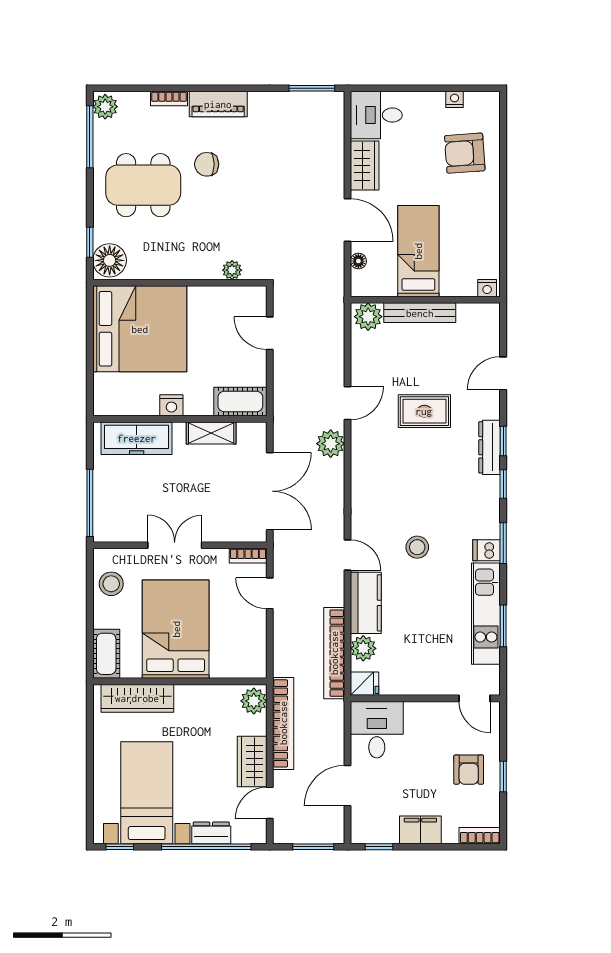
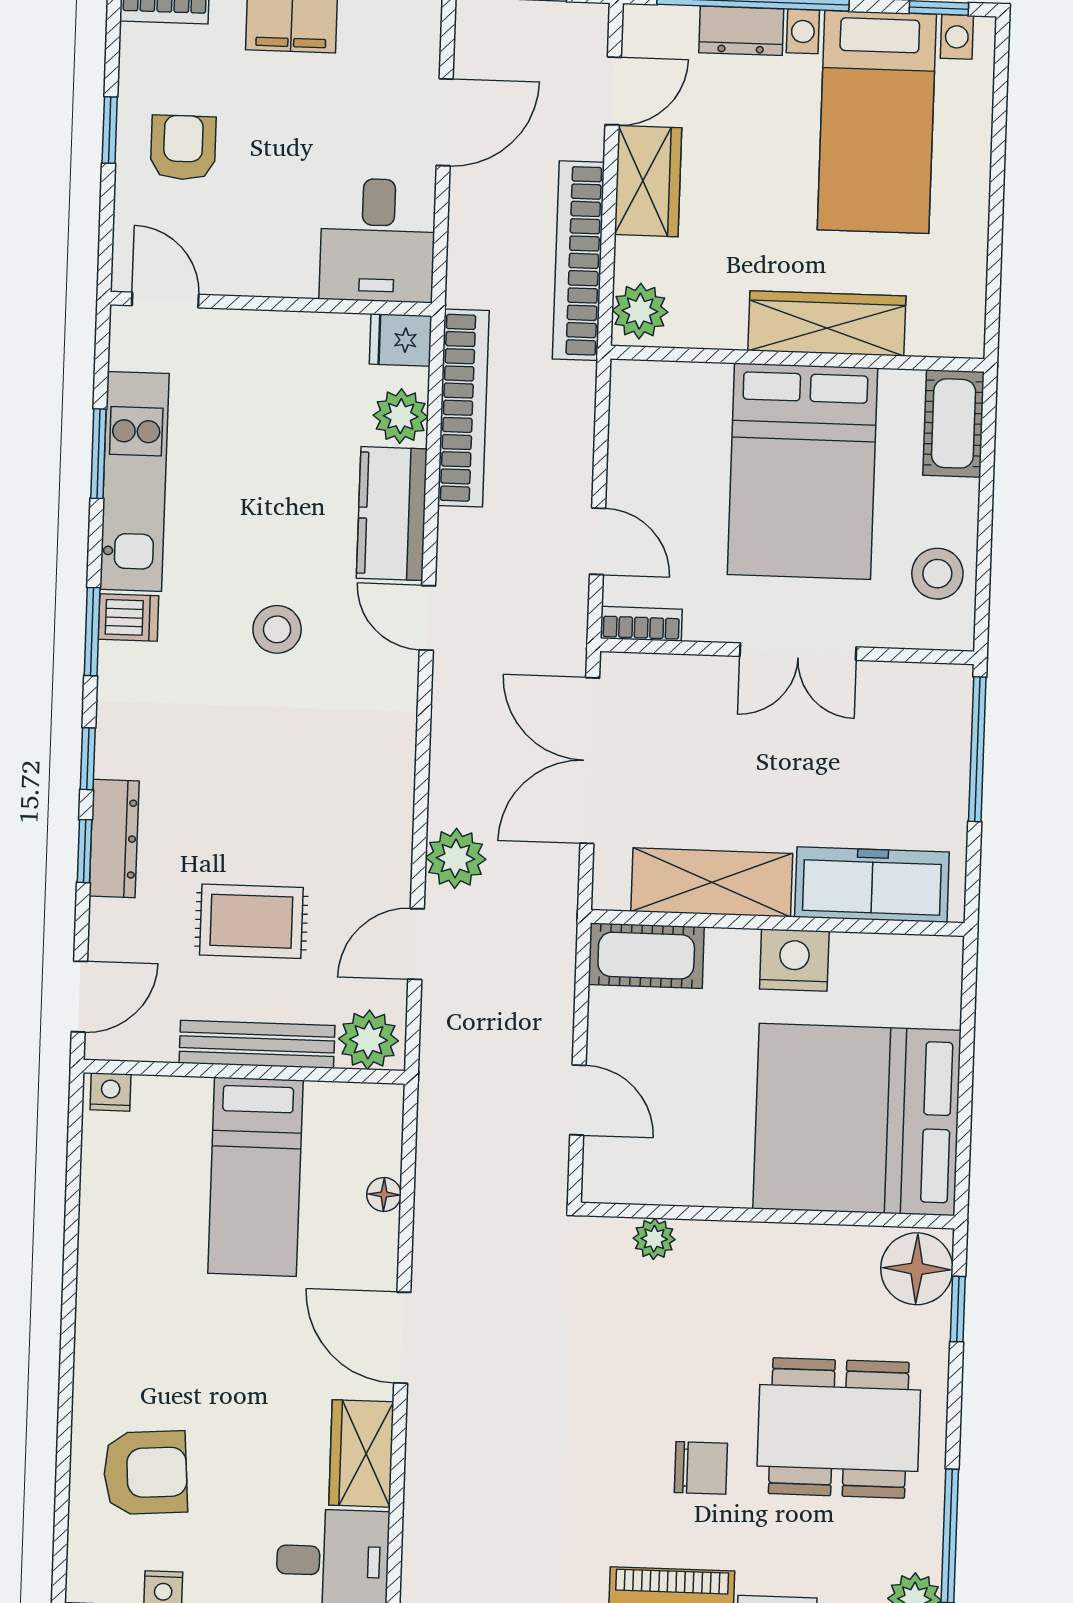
bed: (418, 251) -> (255, 1177), moved
floor lamp: (358, 261) -> (384, 1194), moved
nightstand: (487, 288) -> (111, 1092), moved
wall: (425, 300) -> (244, 1072), moved
bench: (420, 313) -> (257, 1044), moved
plant: (368, 317) -> (368, 1040), moved
nightstand: (171, 405) -> (794, 960), width x1.36, depth x1.33
shelving: (211, 433) -> (712, 882), width x1.50, depth x1.33
wardrobe: (137, 698) -> (827, 323), moved

